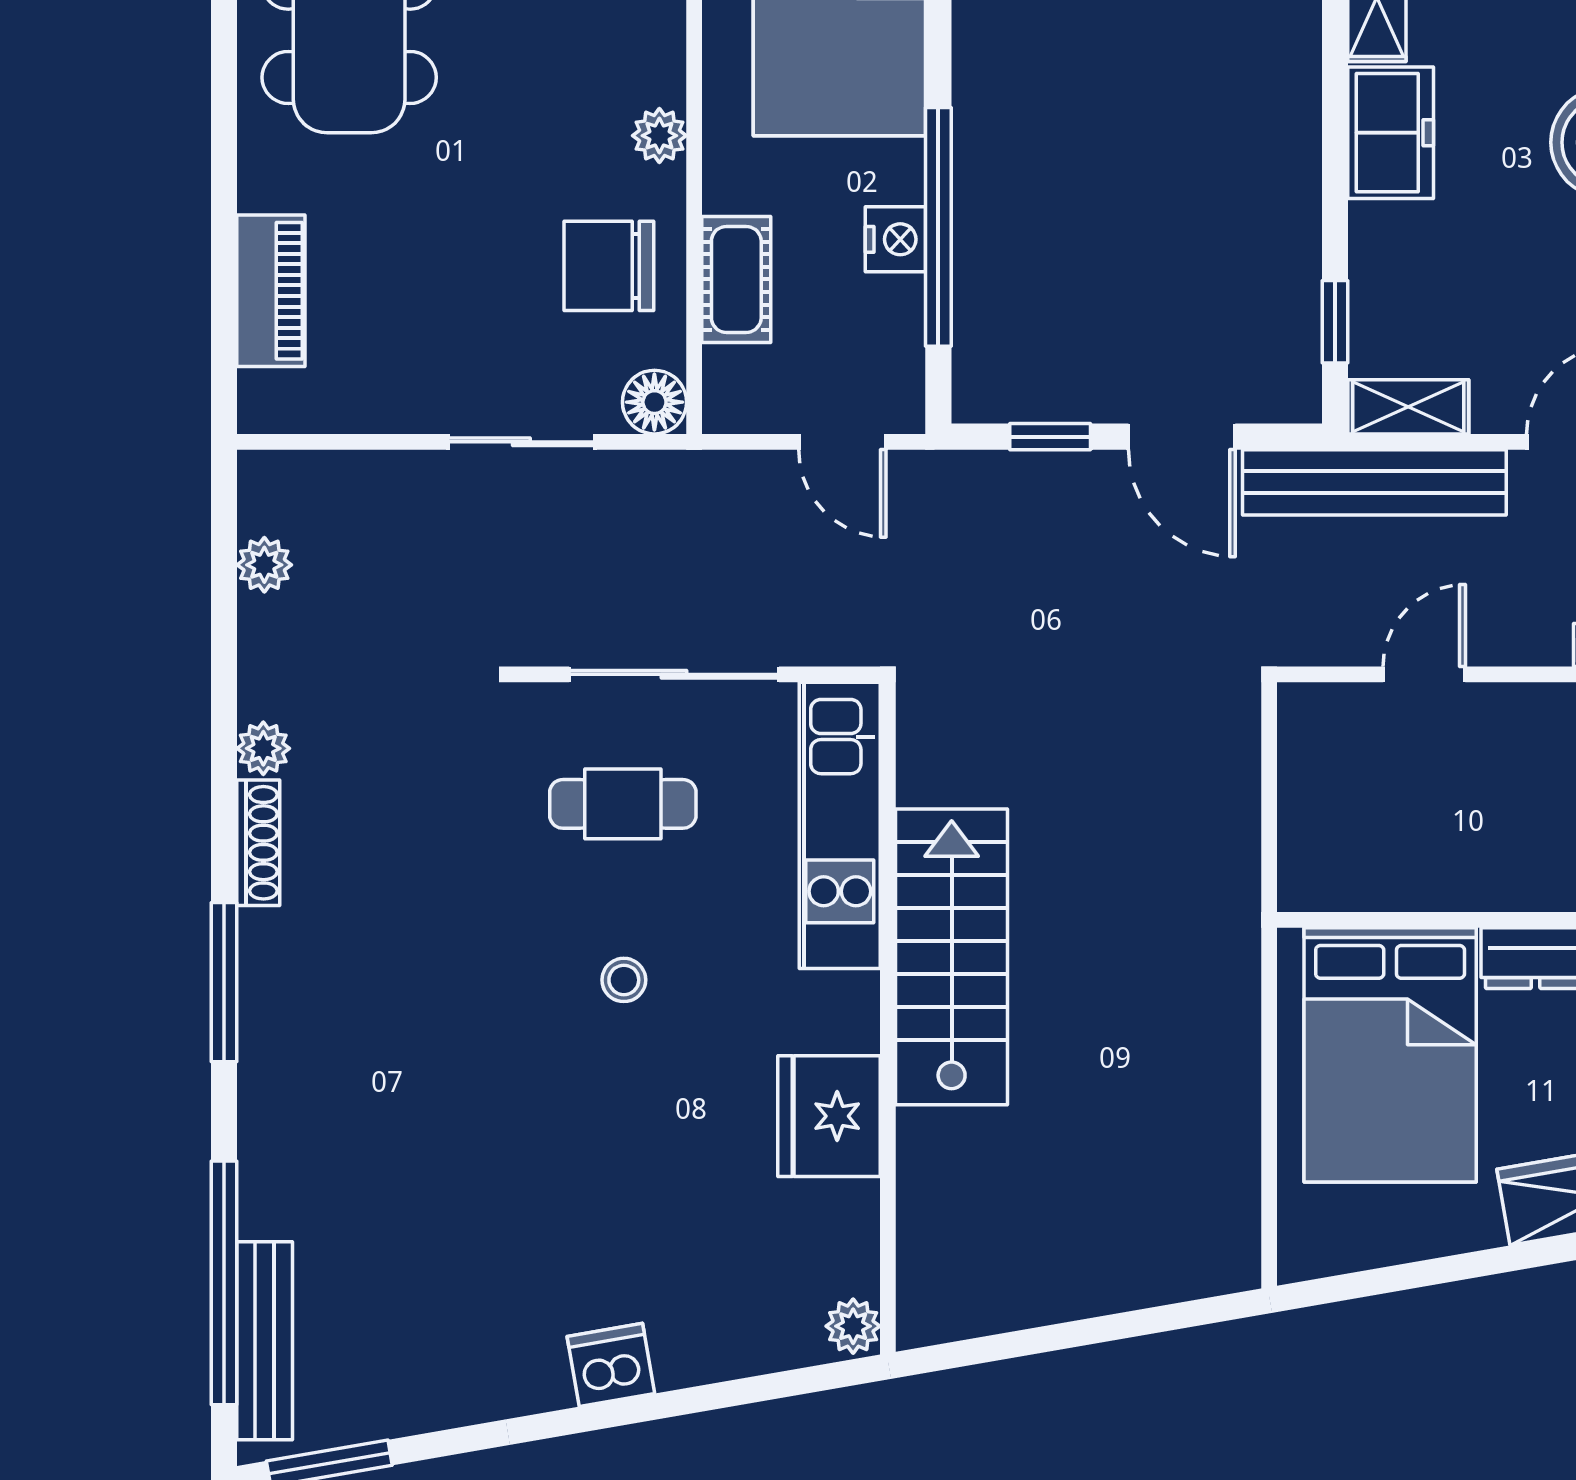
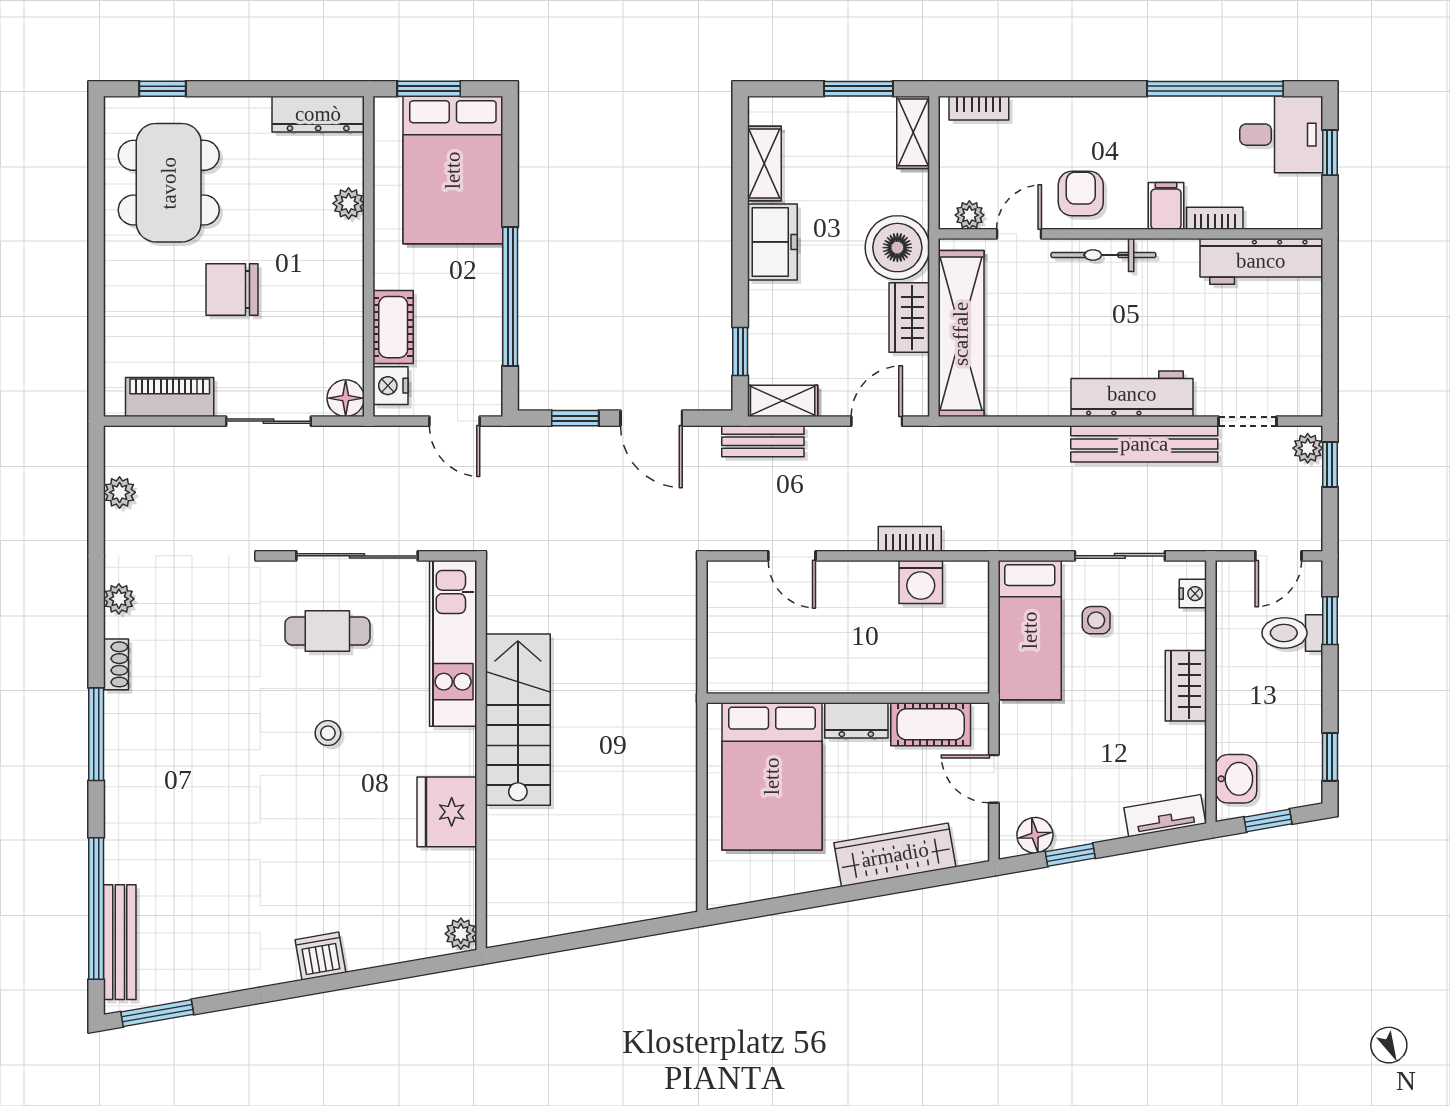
plant: (659, 136) -> (349, 203), moved
nightstand: (895, 239) -> (391, 386), moved, turned 180
chair: (609, 266) -> (232, 289), moved
piano: (271, 291) -> (170, 397), moved, turned -90
bench: (1374, 482) -> (763, 441), width x0.54, depth x0.82
door: (1424, 674) -> (792, 556), swing flipped
shoe rack: (258, 843) -> (116, 664), width x0.70

